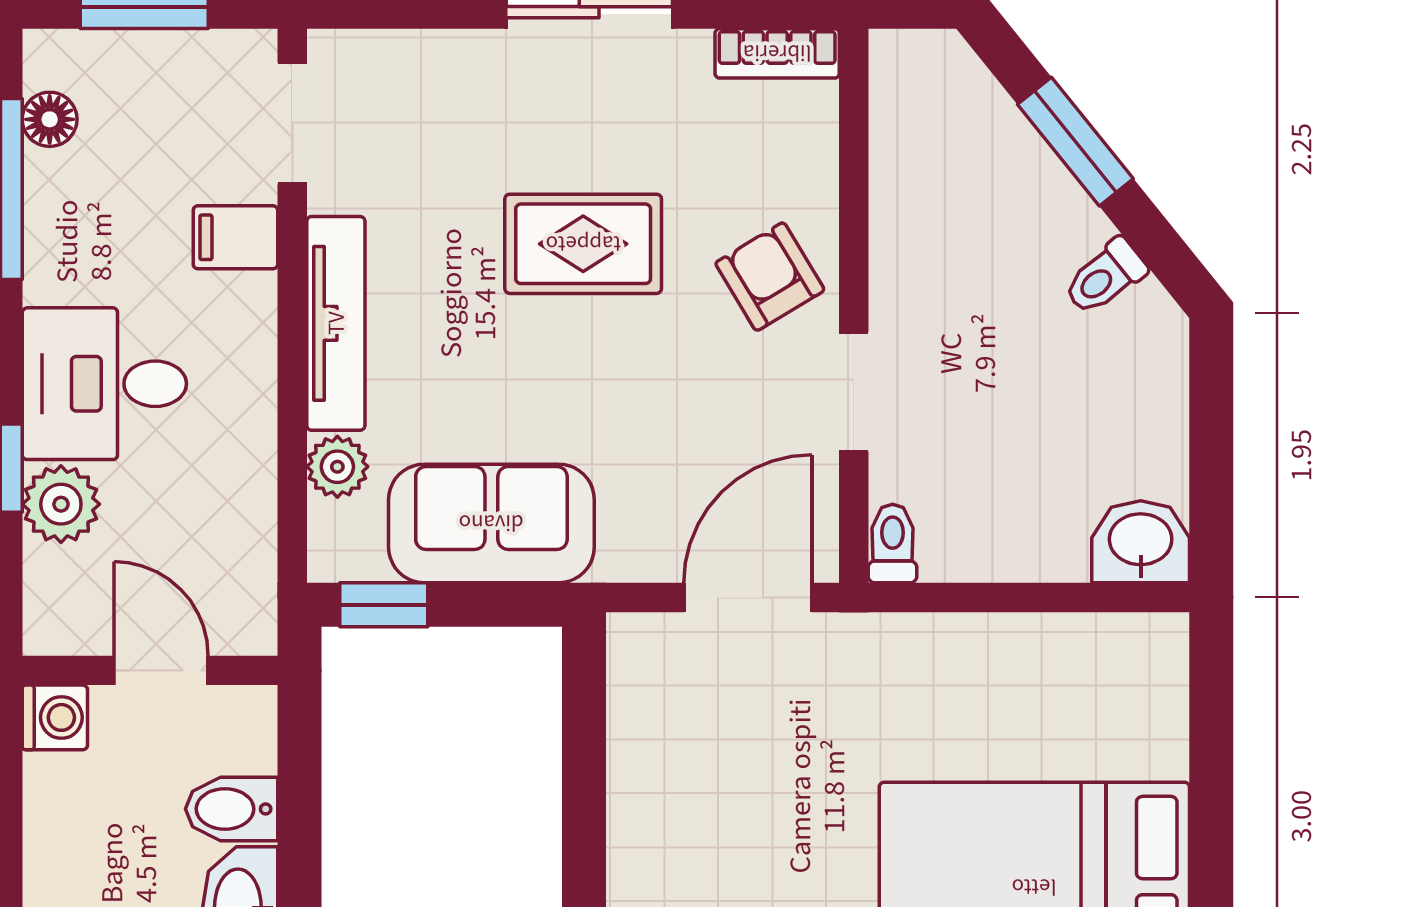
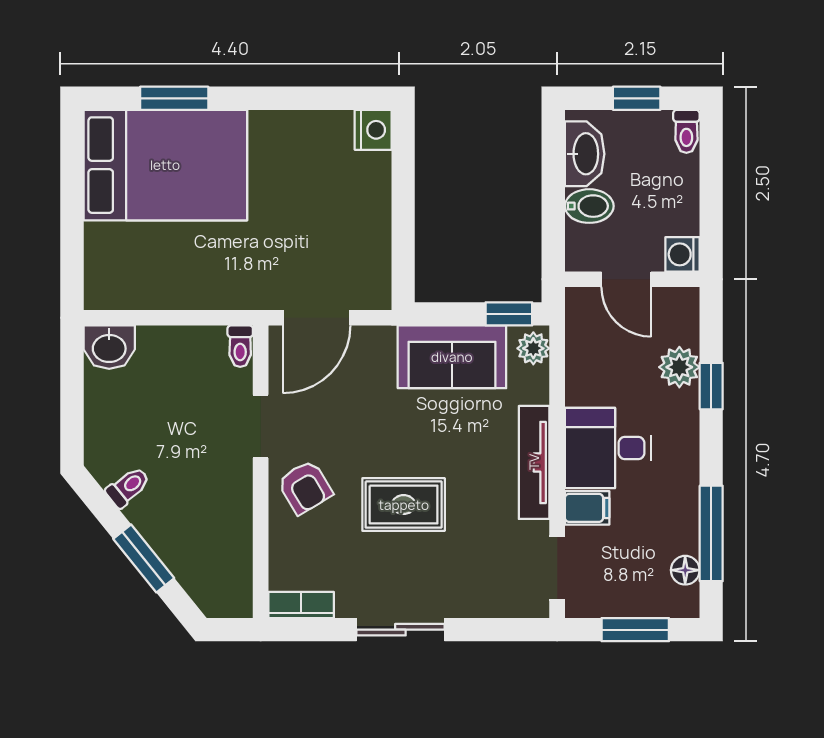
desk: (104, 384) -> (608, 448), moved, turned 180
plant: (337, 467) -> (533, 348), moved

